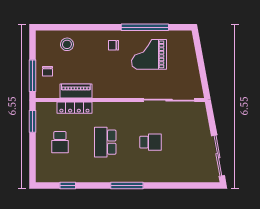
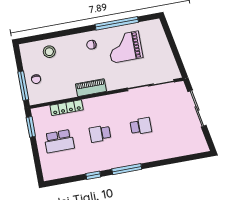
piano: (76, 91) -> (91, 88), moved
school desk: (60, 142) -> (59, 141), width x1.85
school desk: (105, 142) -> (100, 134), width x0.54
sliding door: (218, 156) -> (197, 109), moved
window: (68, 185) -> (93, 175), moved

